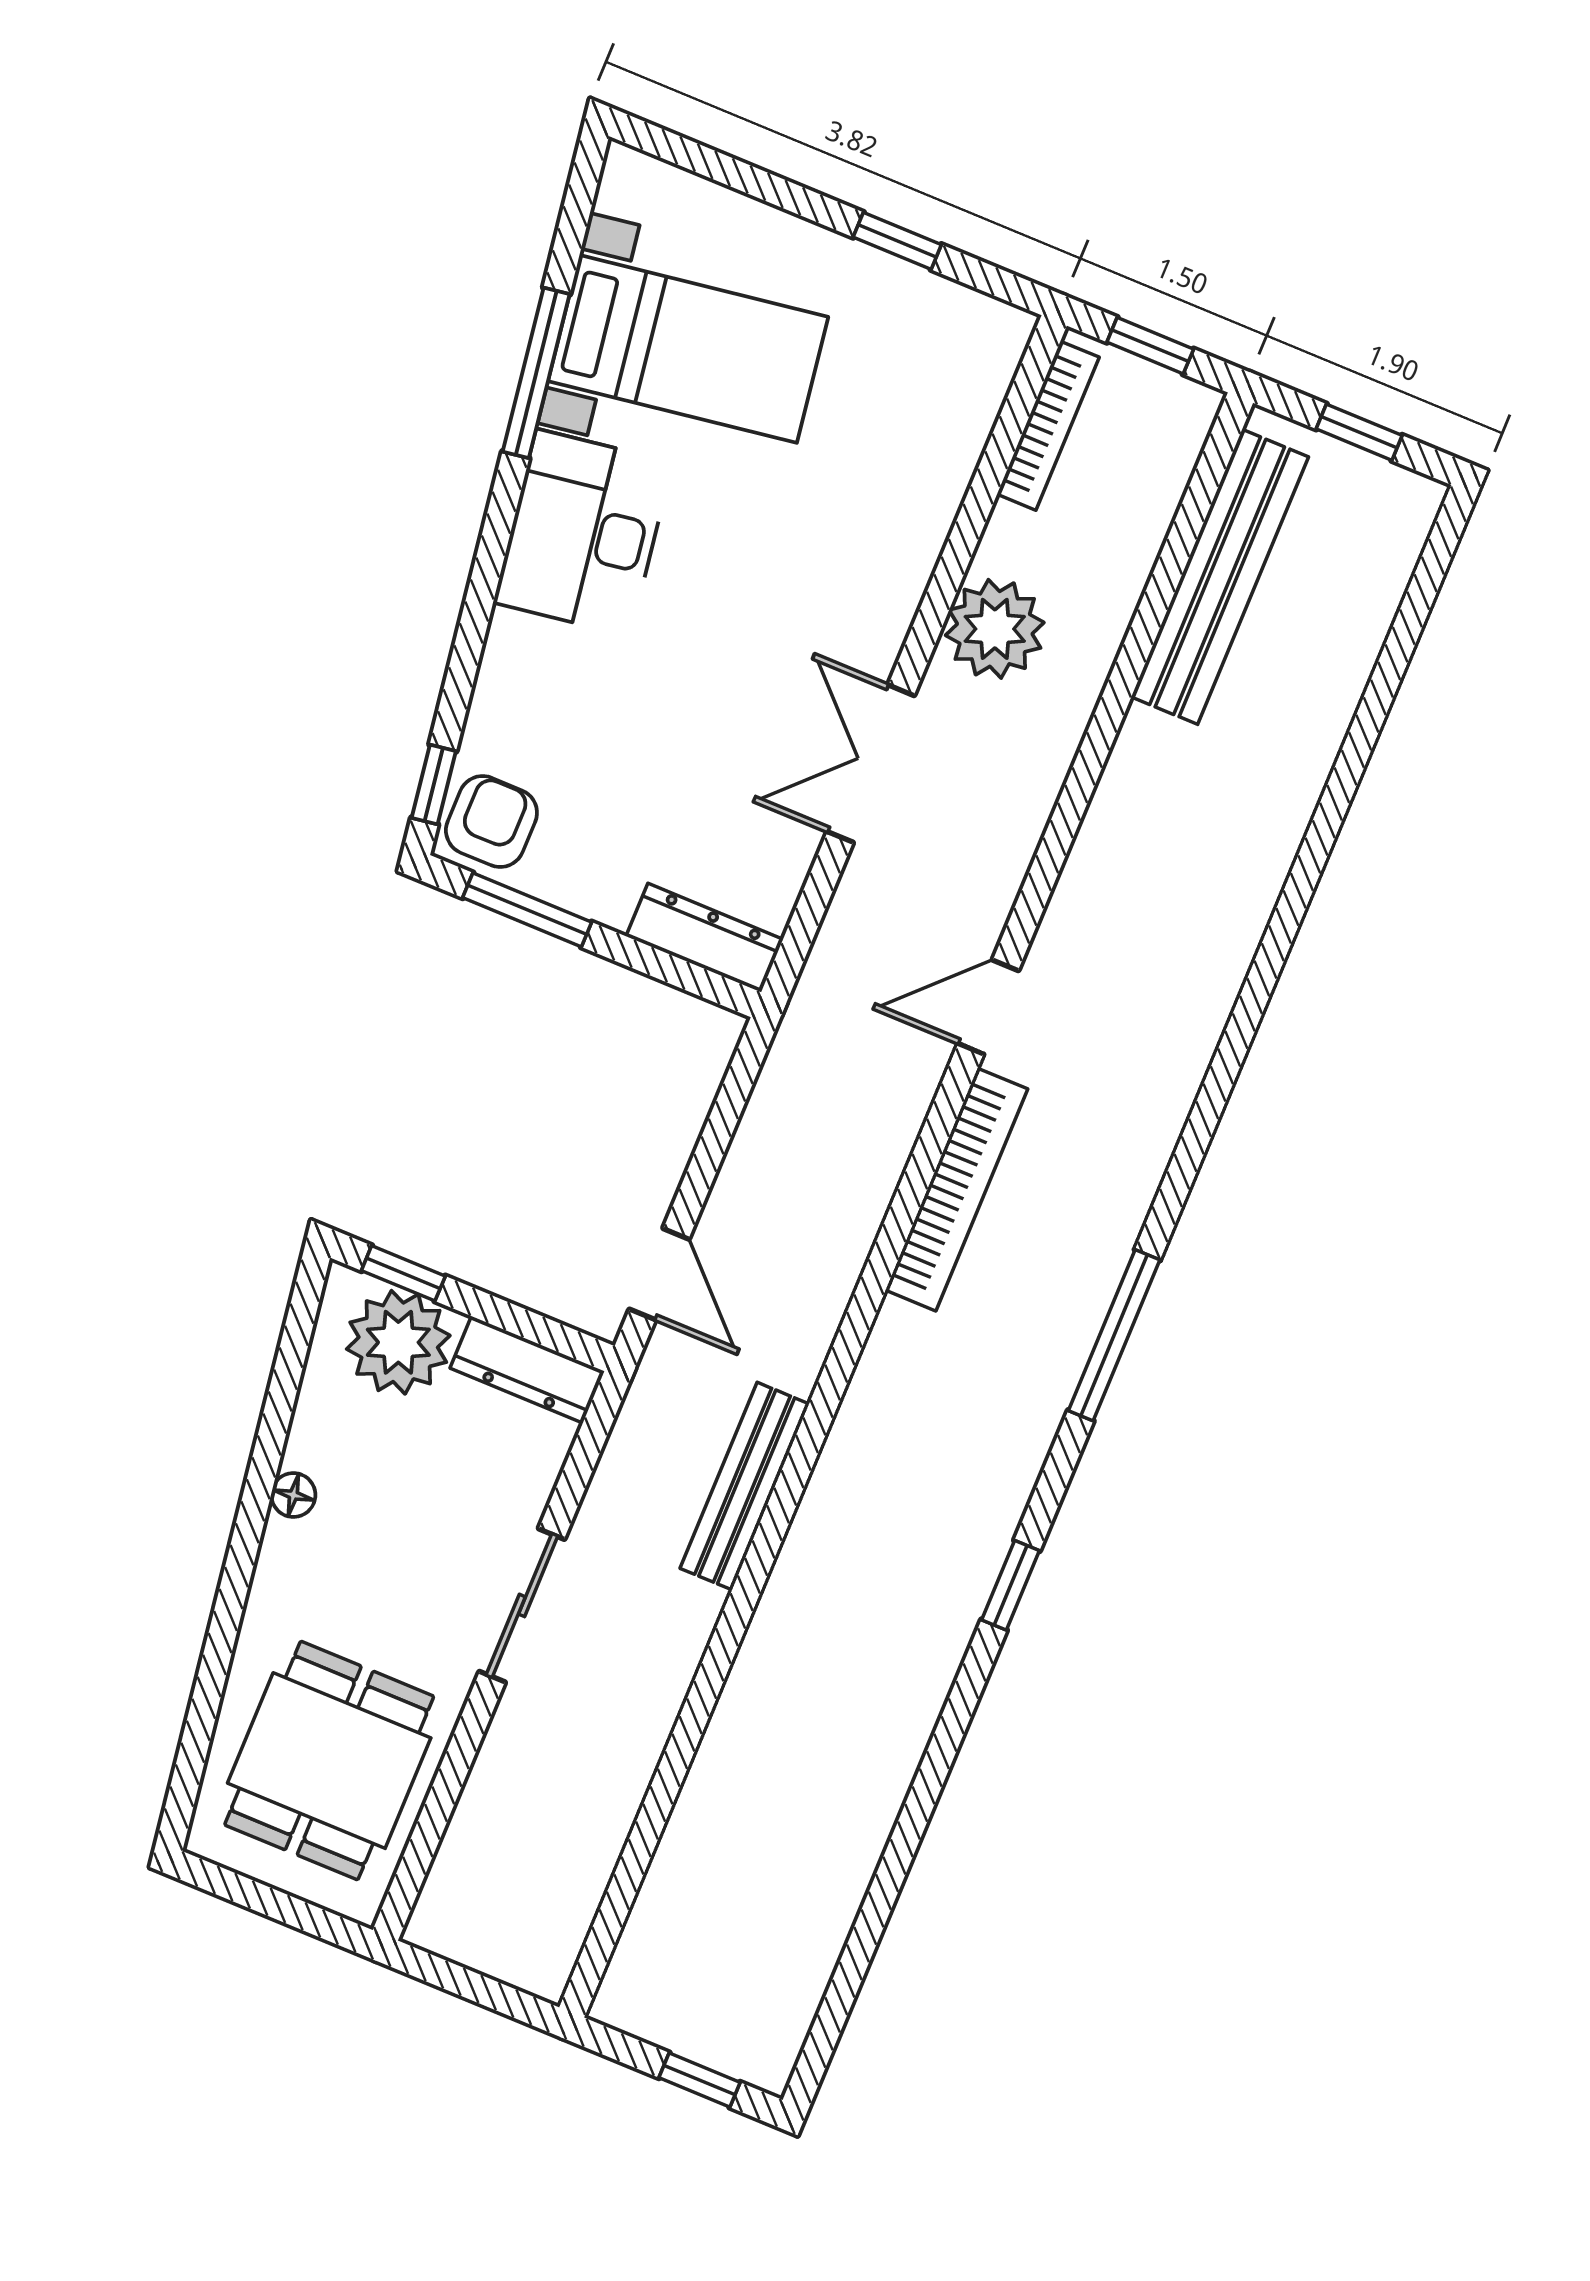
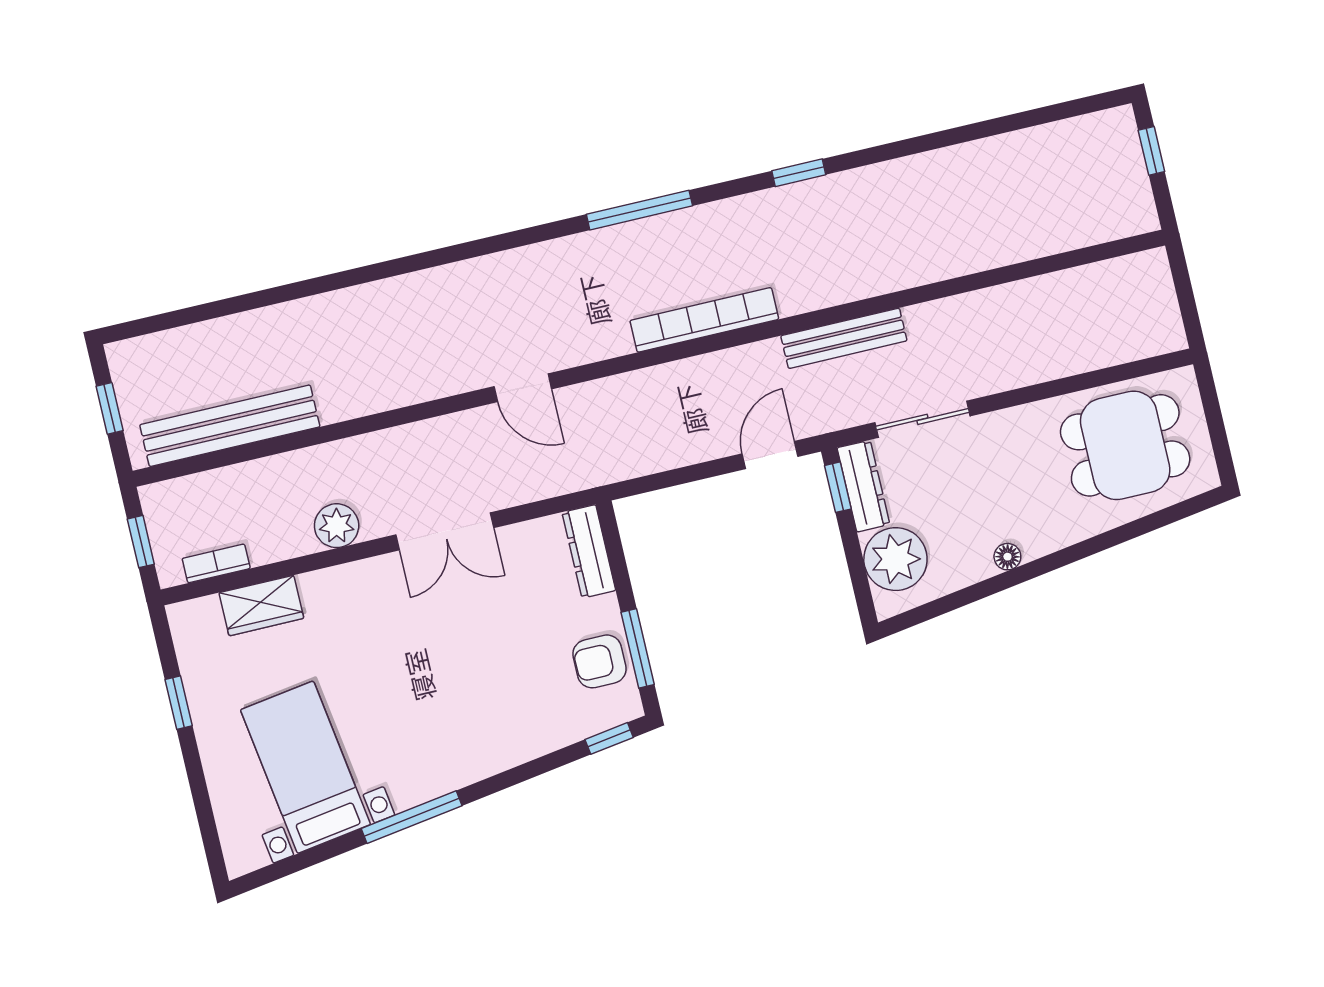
window: (536, 373) -> (412, 817), moved
bookcase: (1048, 426) -> (216, 563), width x0.64
wardrobe: (948, 446) -> (261, 606), added
desk: (583, 533) -> (433, 754), removed
plant: (995, 629) -> (337, 526), width x0.73, depth x0.73
armchair: (491, 822) -> (600, 661), moved
bookcase: (957, 1190) -> (704, 320), moved
window: (403, 1273) -> (838, 487), moved
sliding door: (522, 1605) -> (922, 419), moved

